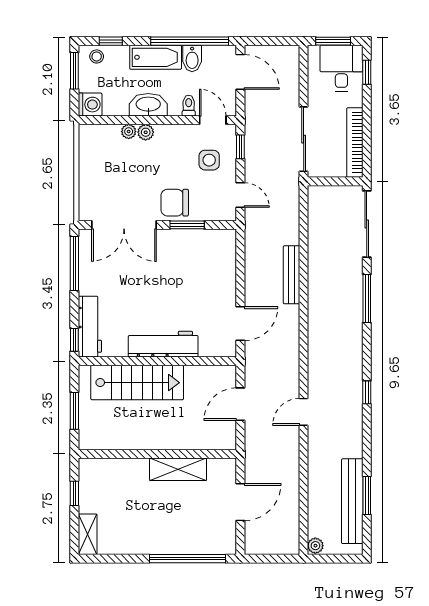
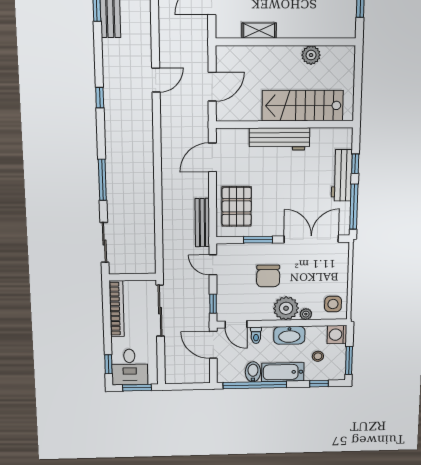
stool: (97, 56) -> (318, 356), moved
door: (240, 72) -> (213, 345), moved
plant: (146, 132) -> (286, 308), width x1.88, depth x1.88
side table: (209, 160) -> (333, 304), moved
chair: (175, 203) -> (268, 276), moved, turned 90
sliding door: (367, 224) -> (104, 243), width x0.73
pallet: (212, 265) -> (237, 206), added
bench: (291, 275) -> (202, 223), moved
workbench: (90, 327) -> (342, 175), moved
window: (74, 340) -> (355, 164), moved
window: (74, 411) -> (358, 81), removed
plant: (129, 439) -> (311, 55), added
shelving: (178, 469) -> (259, 31), width x0.67, depth x0.75

